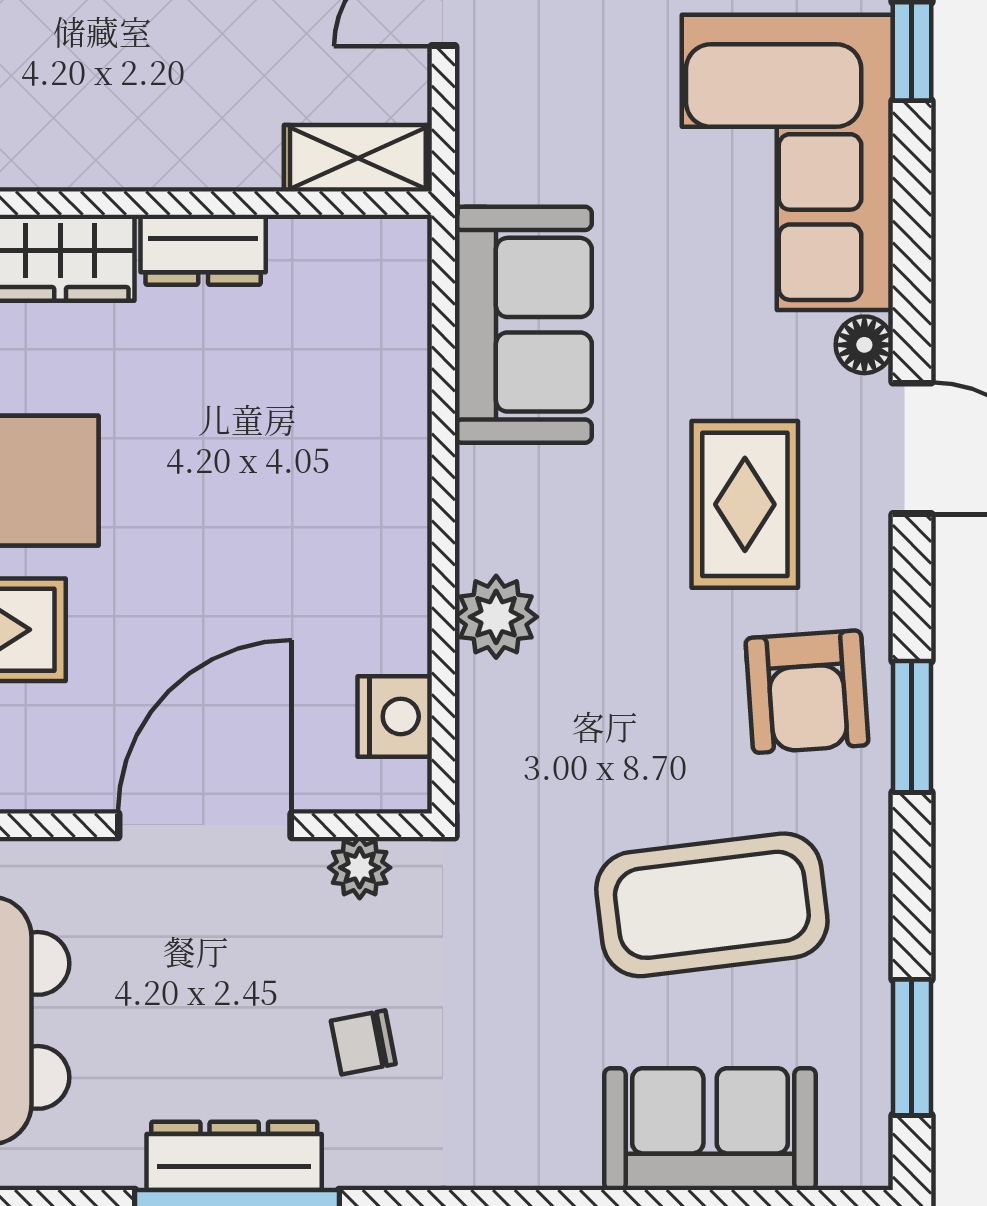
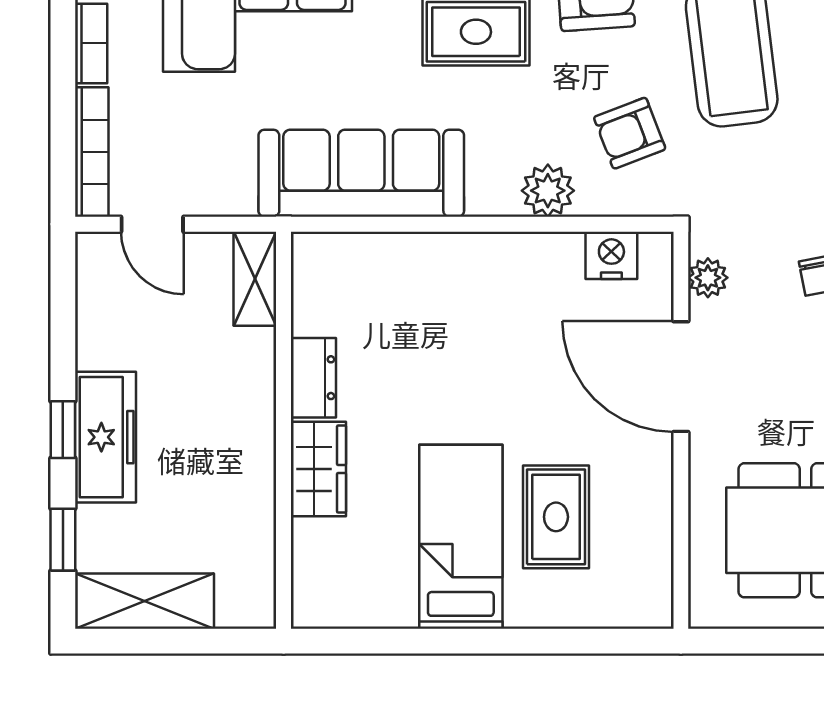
sofa: (523, 325) -> (361, 173), width x1.36
armchair: (586, 745) -> (630, 133), added

